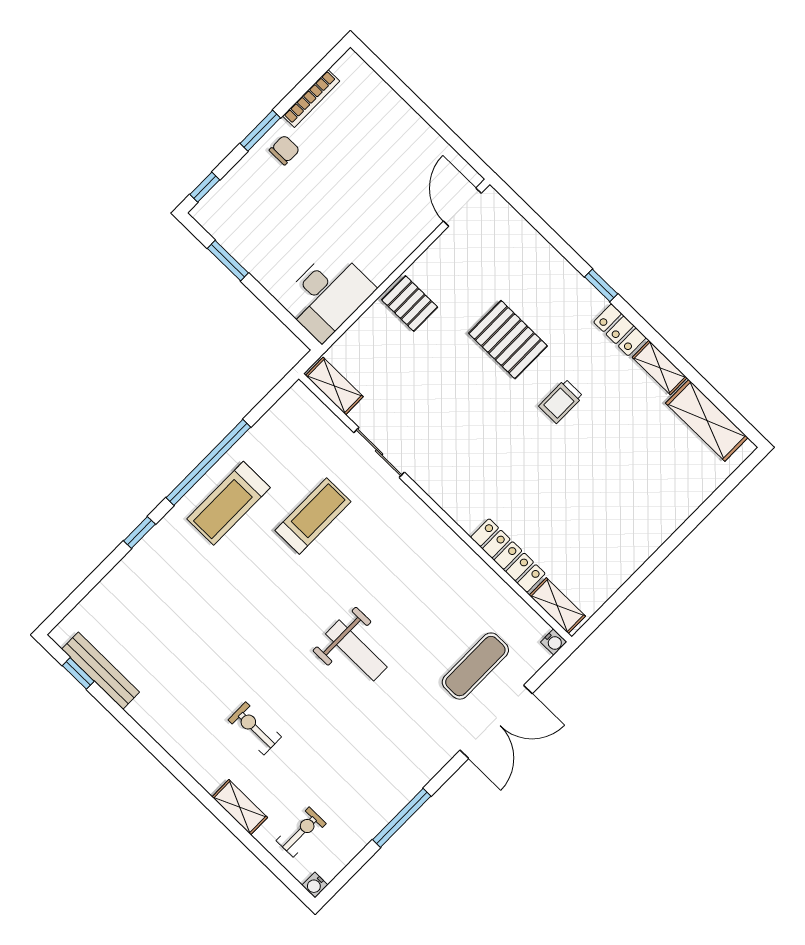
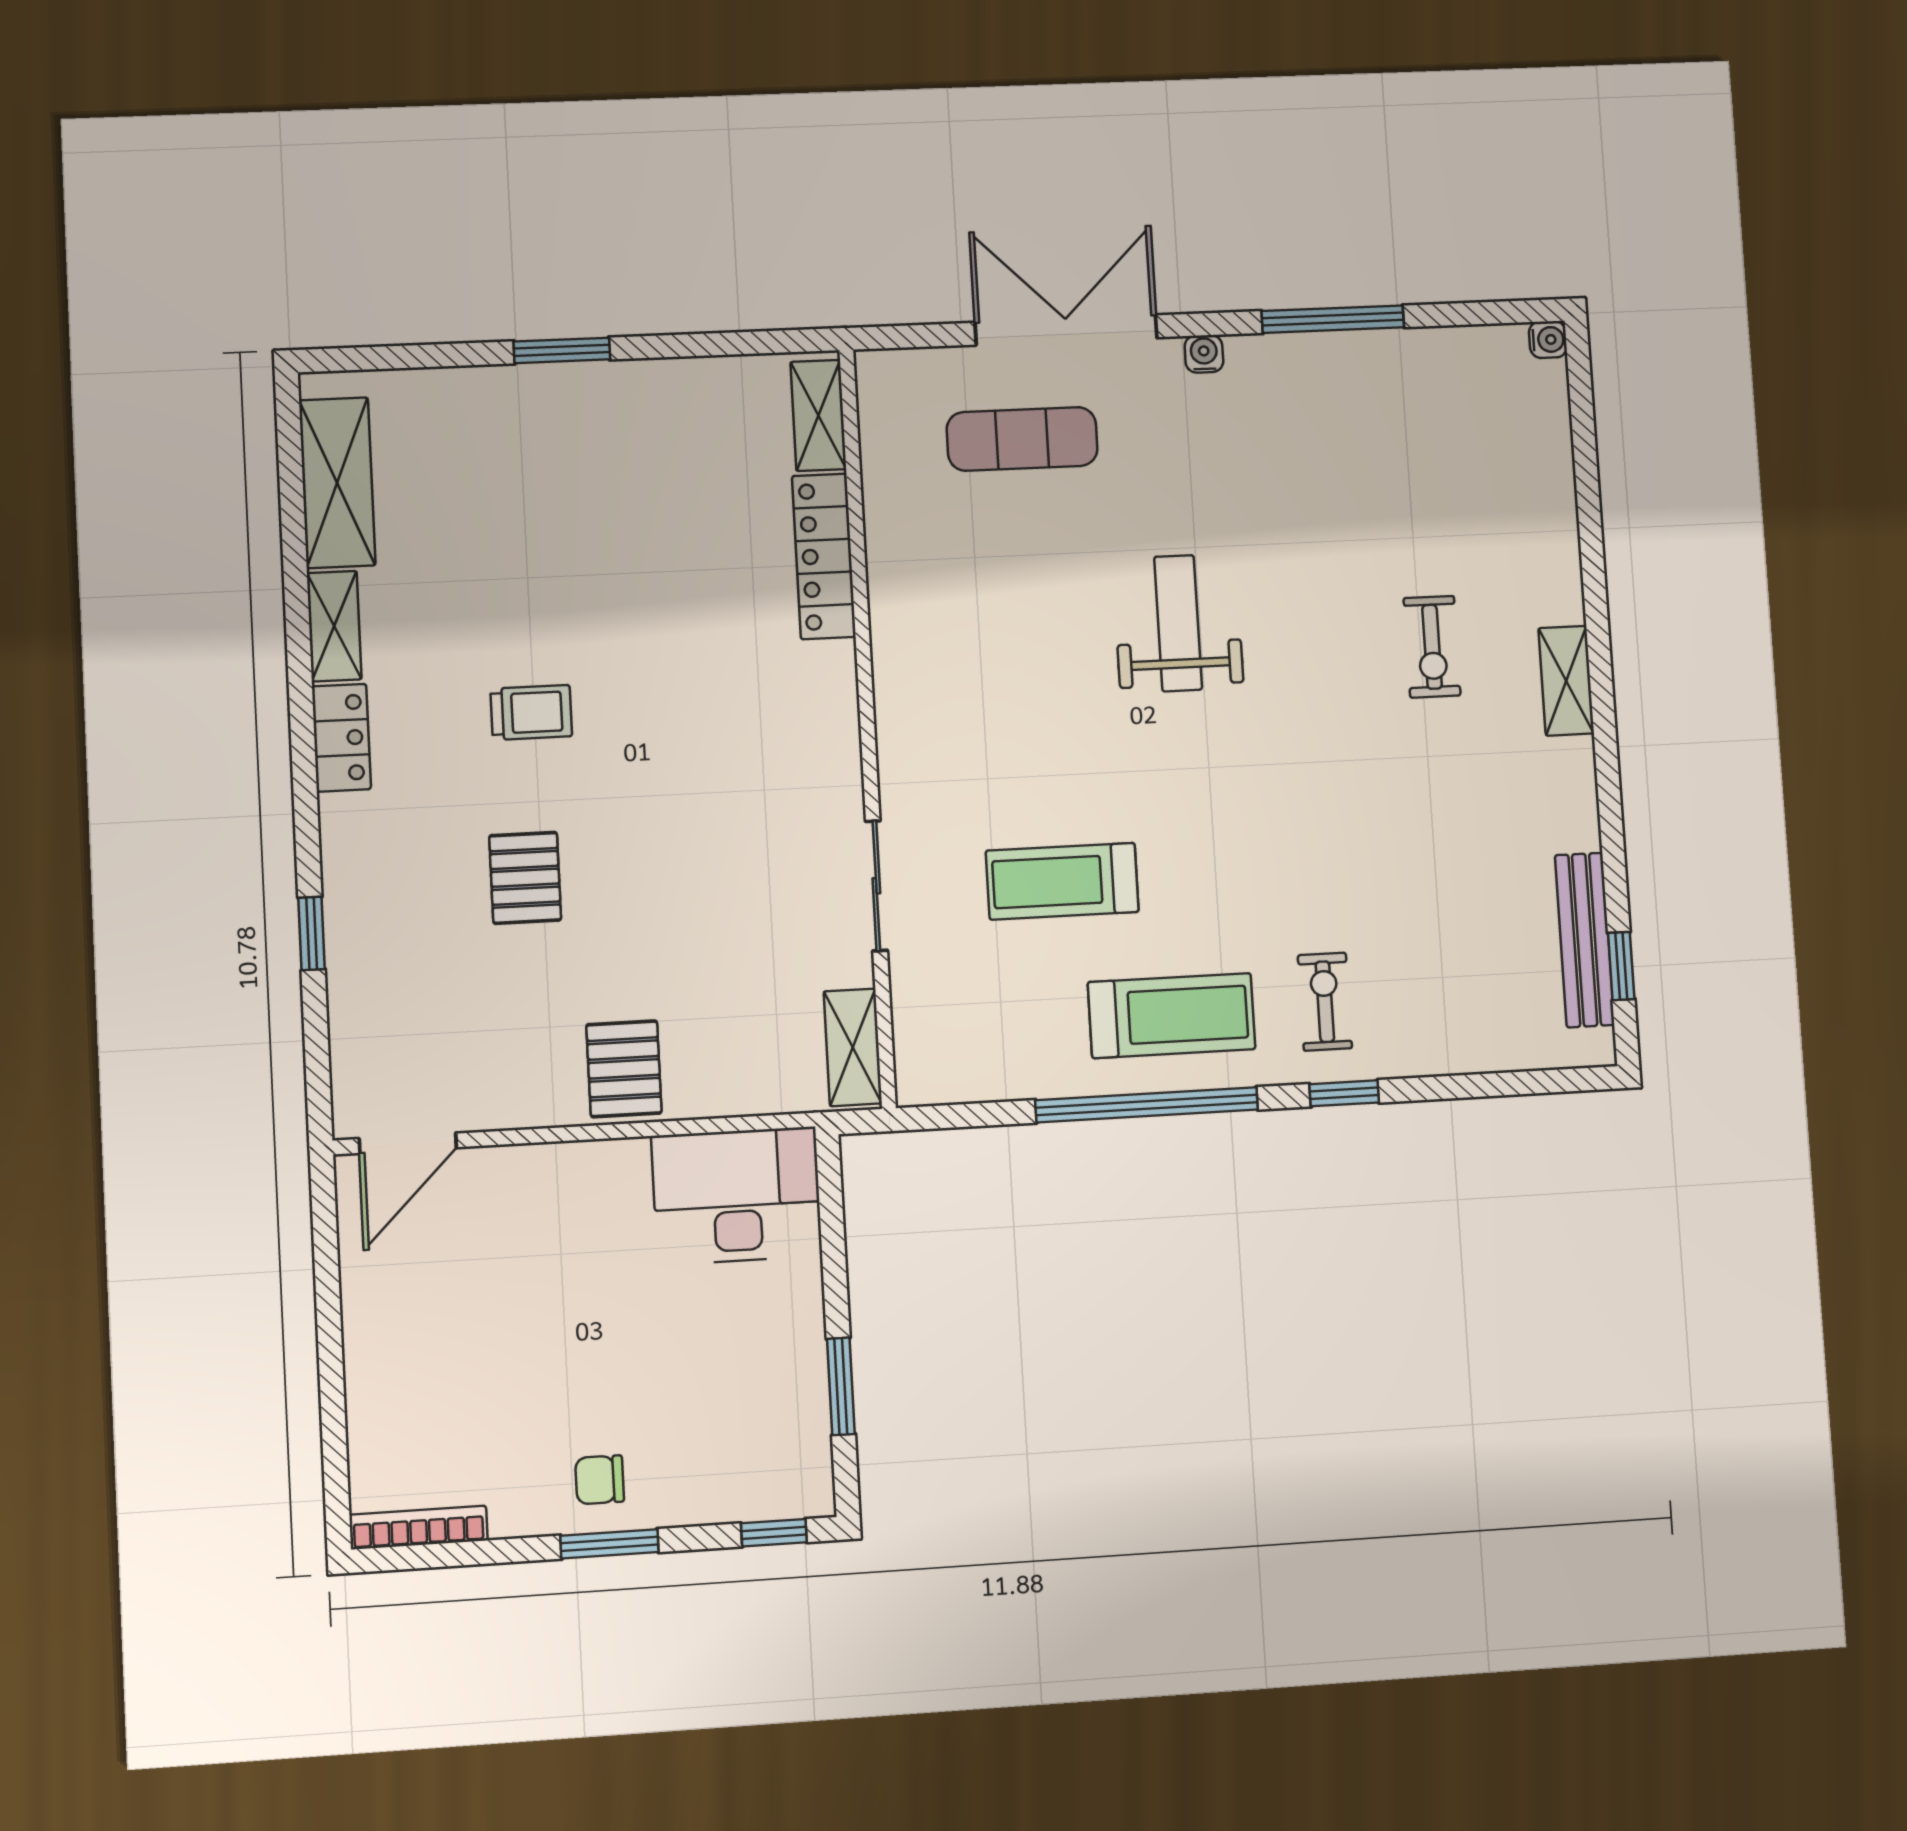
bookcase: (311, 99) -> (418, 1527), moved
window: (601, 285) -> (312, 934), moved
pallet: (508, 340) -> (525, 878), width x0.67, depth x0.71
window: (672, 543) -> (562, 350), added
water cooler: (554, 642) -> (1204, 354), moved
shelving: (240, 807) -> (1566, 681), moved
exercise bike: (301, 832) -> (1325, 1002), moved, turned 90

